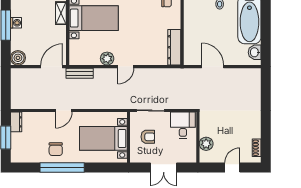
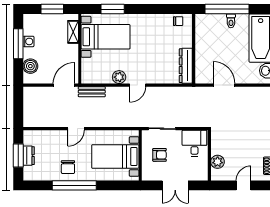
boiler: (18, 58) -> (30, 66), moved
dresser: (16, 122) -> (29, 156), moved

